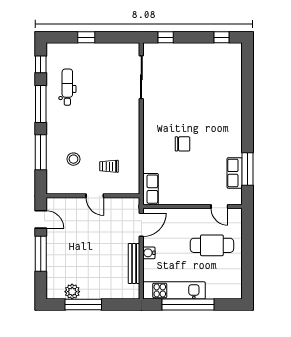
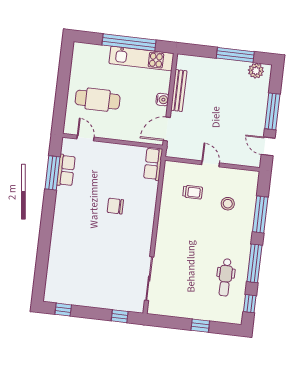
plant: (72, 292) -> (256, 71), moved

